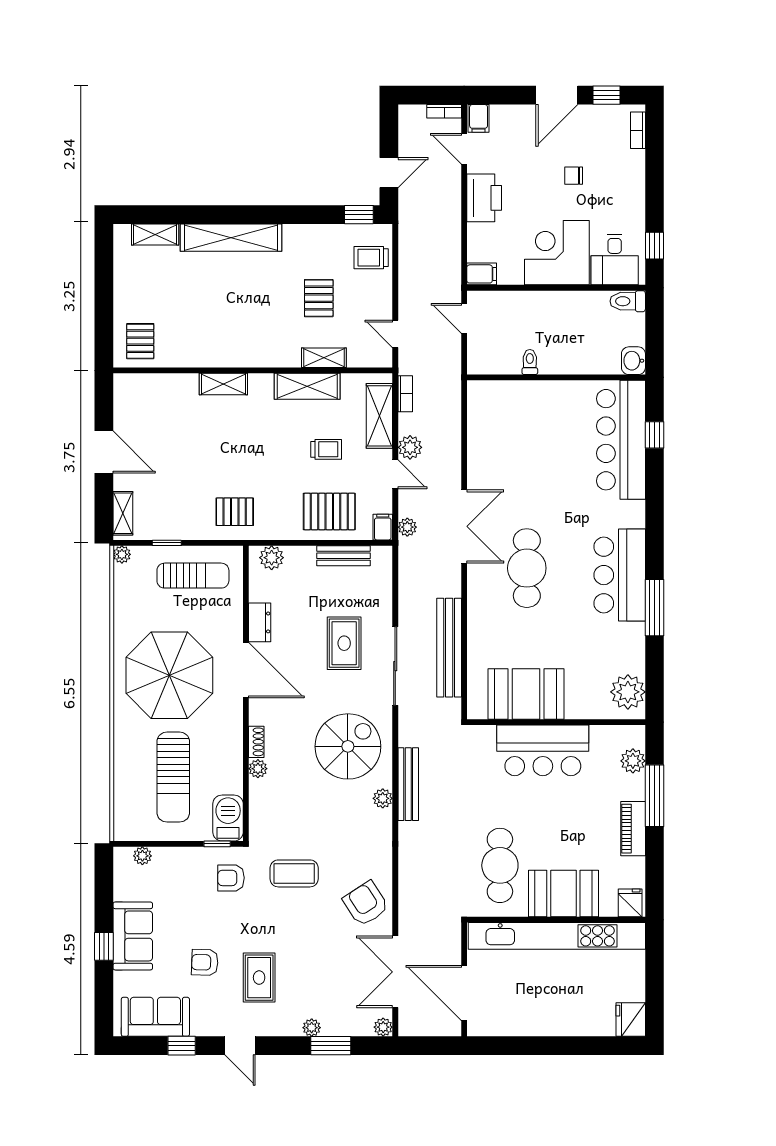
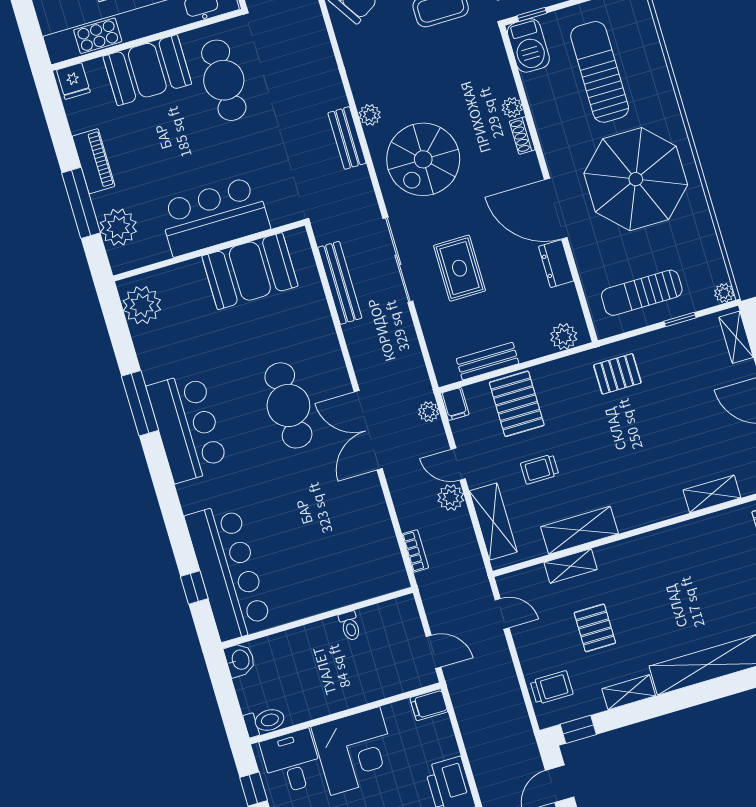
shelving: (306, 234) -> (629, 692), added
shelving: (223, 384) -> (712, 494), moved
bookcase: (405, 394) -> (415, 551), moved, turned 180
pallet: (329, 512) -> (517, 404), turned 90
bench: (449, 648) -> (340, 283), width x0.73, depth x0.82
plant: (633, 761) -> (118, 227), width x1.36, depth x1.36
bench: (408, 784) -> (347, 138), width x0.73

